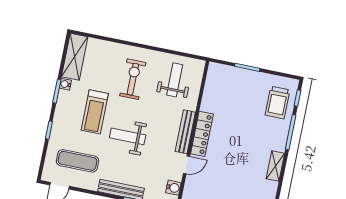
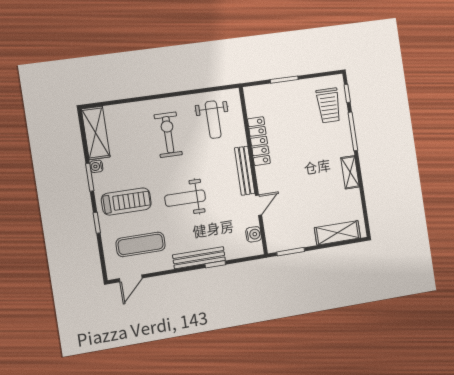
weight bench: (175, 80) -> (213, 120), turned 180
treadmill: (95, 112) -> (126, 202), moved, turned -90
locker: (202, 134) -> (259, 141), moved

